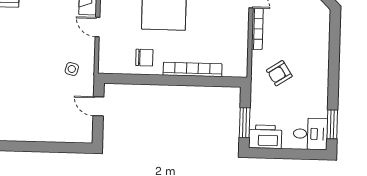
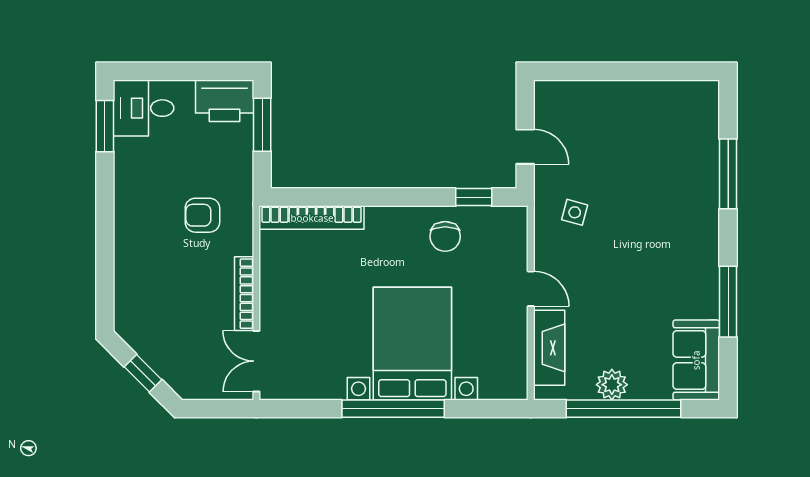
chair: (144, 58) -> (445, 236), turned -90
bookcase: (193, 69) -> (312, 218), moved
armchair: (279, 73) -> (202, 215), turned -147
window: (128, 79) -> (474, 197), added

